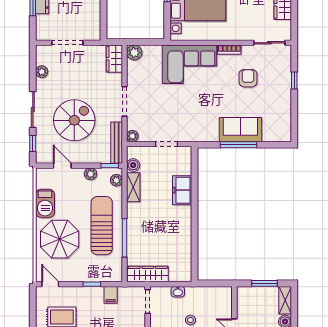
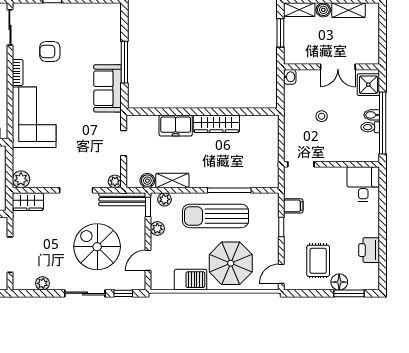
sofa: (240, 130) -> (108, 88), moved
wardrobe: (148, 274) -> (216, 124), moved, turned -90
washbasin: (178, 292) -> (290, 77), moved

